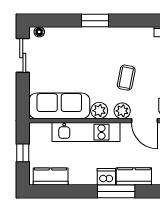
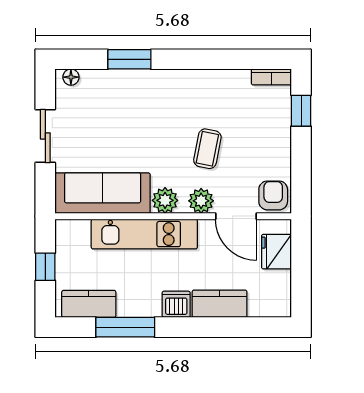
window: (95, 21) -> (129, 59), moved
sliding door: (23, 55) -> (45, 136), moved
window: (116, 191) -> (125, 327), moved

